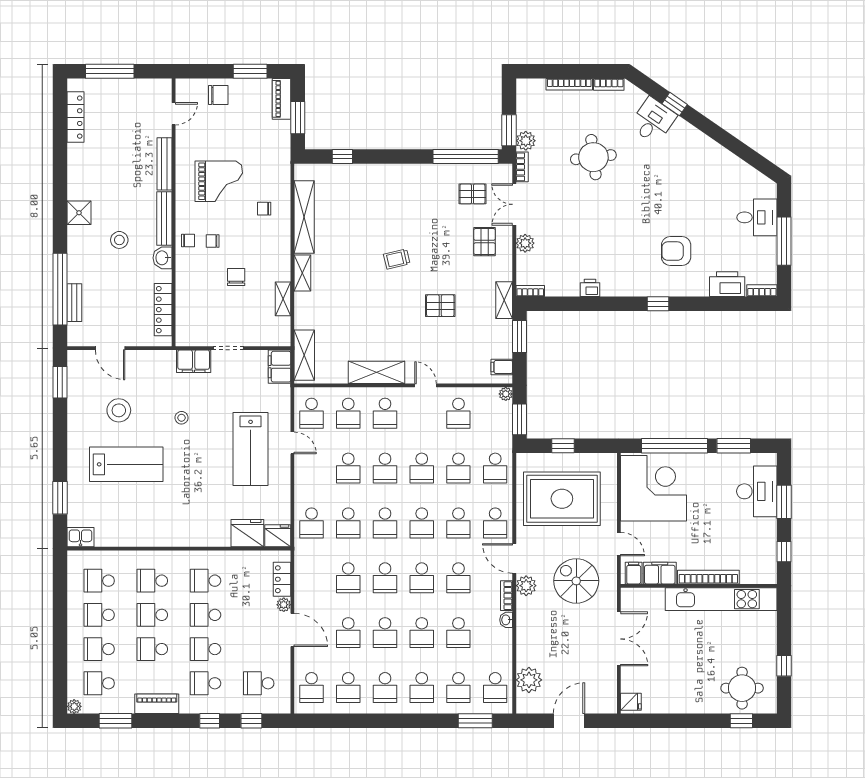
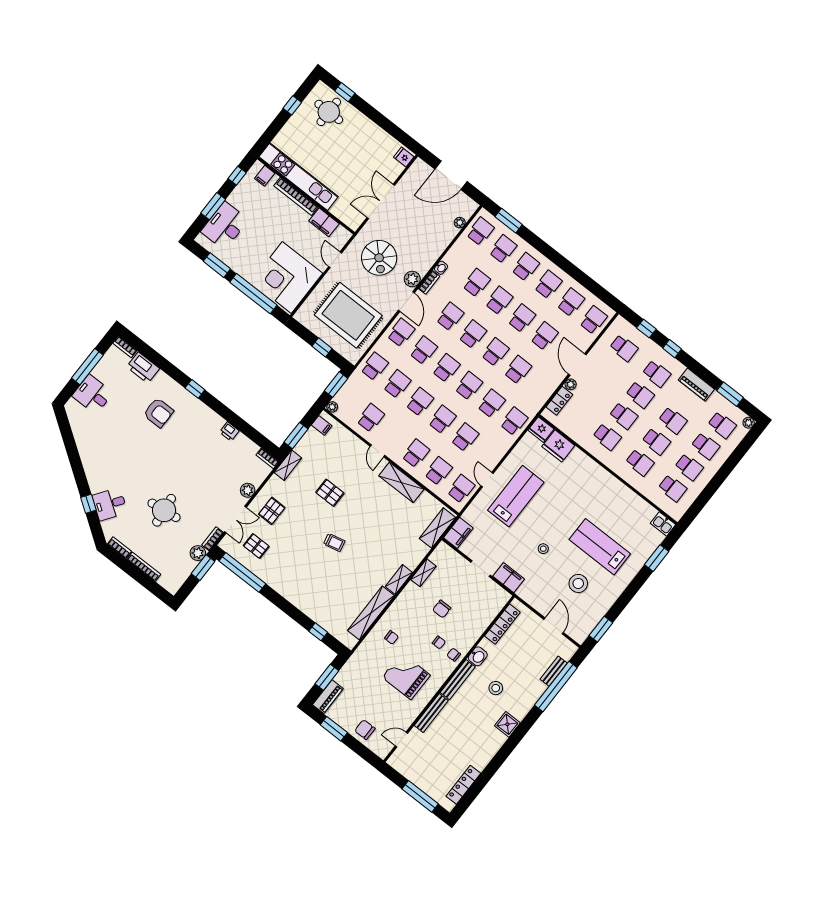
filing cabinet: (634, 573) -> (265, 176), moved
plant: (529, 680) -> (460, 223), width x0.53, depth x0.53
door: (569, 721) -> (451, 175), width x1.36

